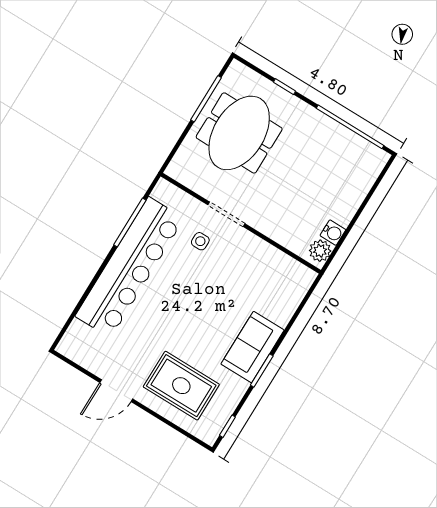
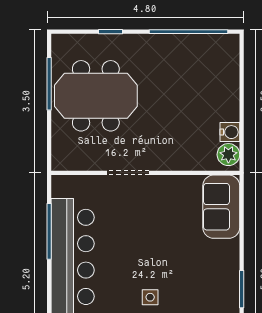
meeting table: (239, 133) -> (96, 96), turned 90
side table: (200, 241) -> (150, 297), moved
sofa: (252, 347) -> (221, 207), moved

